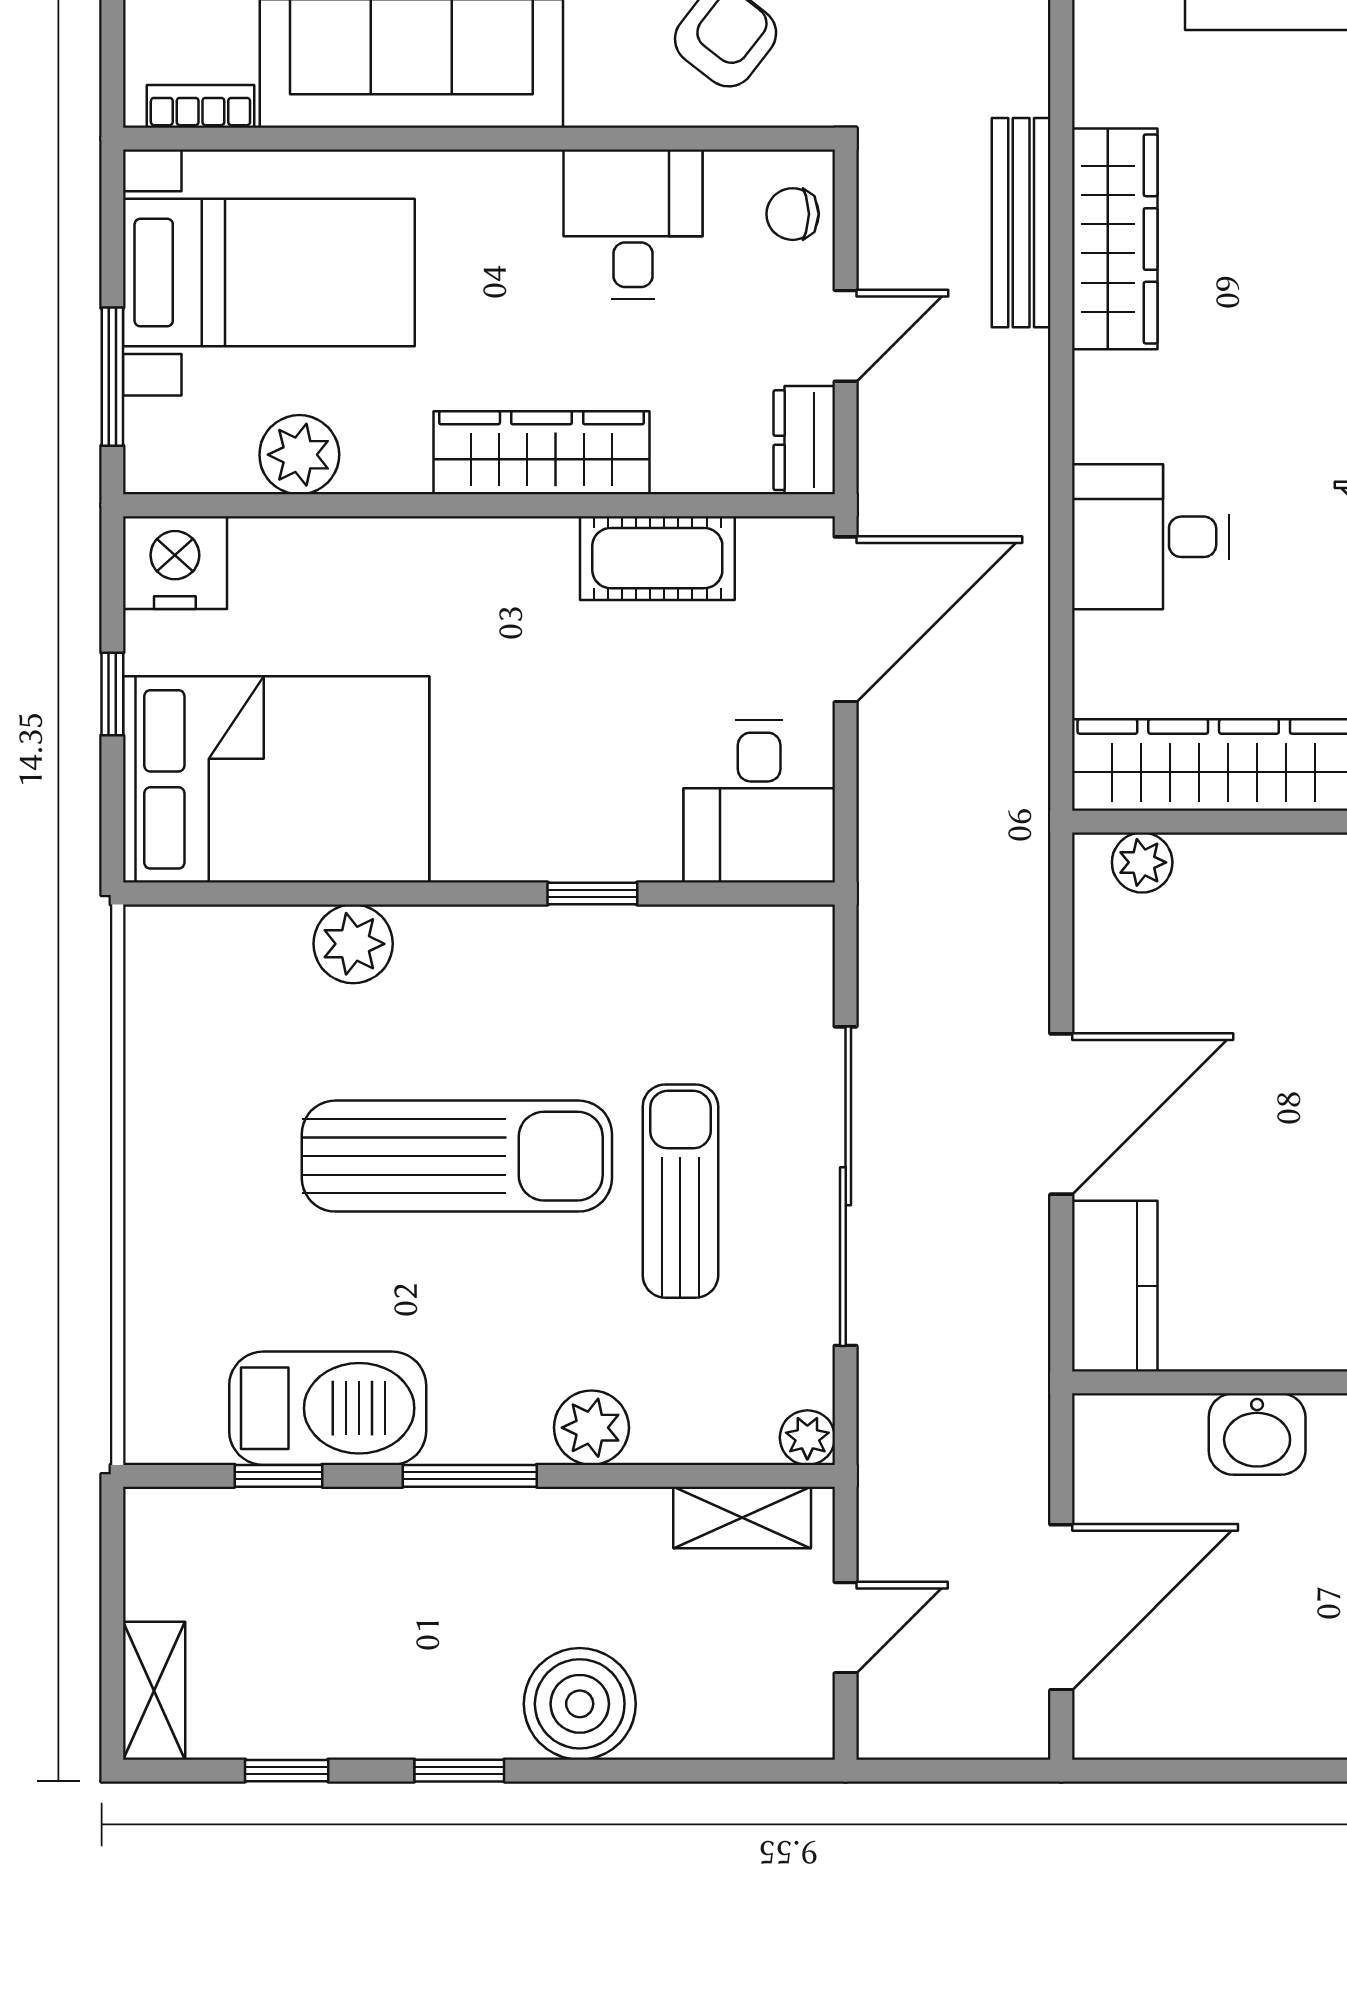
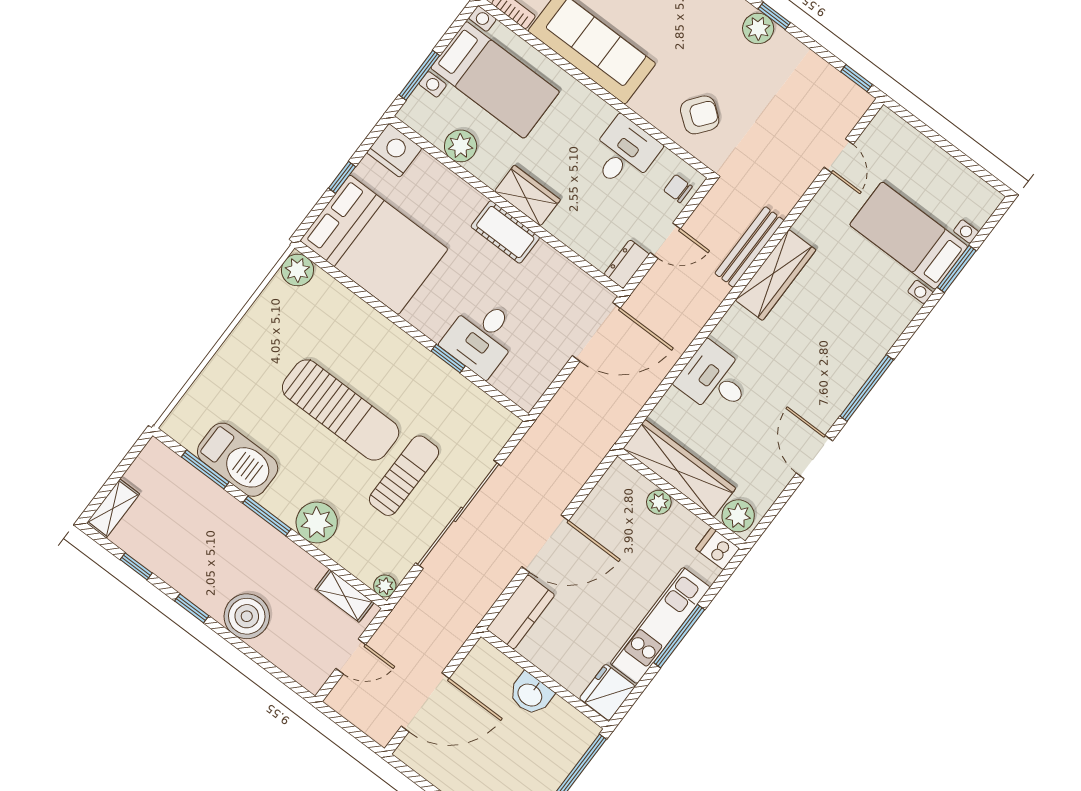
wardrobe: (542, 453) -> (527, 195), width x0.67
cot: (657, 558) -> (505, 232), moved
desk: (759, 801) -> (482, 337), moved
plant: (1142, 862) -> (659, 502), moved
plant: (353, 944) -> (298, 270), moved
plant: (591, 1428) -> (317, 523), width x1.36, depth x1.36
window: (278, 1476) -> (205, 469), width x1.50

